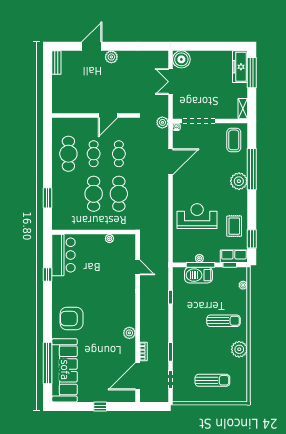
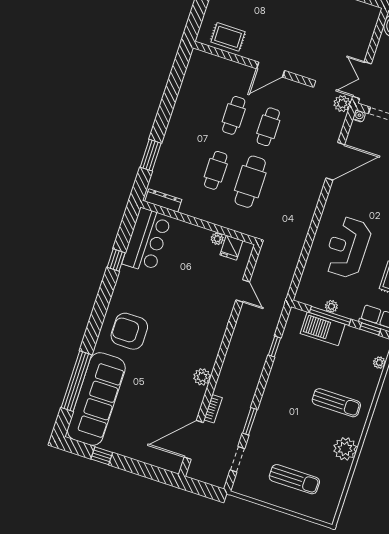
double door: (171, 82) -> (362, 80), moved
rug: (73, 103) -> (228, 37), added
cafe table: (68, 154) -> (199, 104), removed
cafe table: (94, 194) -> (216, 170), width x0.73, depth x0.74
reception desk: (197, 216) -> (347, 247), turned -90
dresser: (66, 225) -> (163, 200), added
fridge: (121, 241) -> (231, 248), added
window: (100, 407) -> (102, 456), moved

